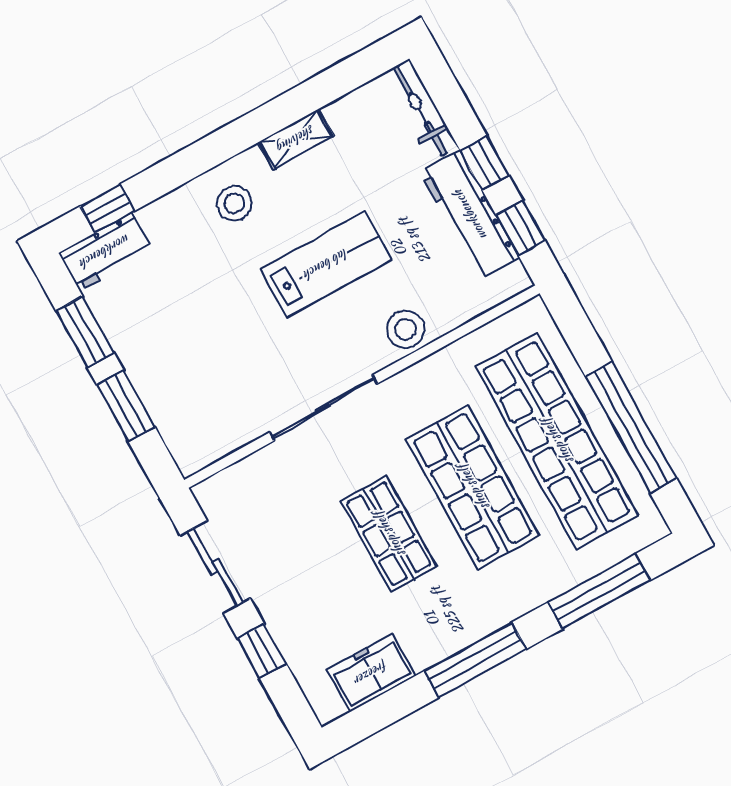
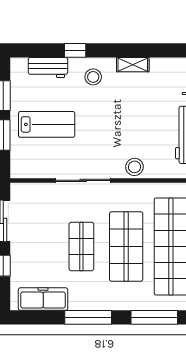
window: (108, 208) -> (75, 50), moved
workbench: (105, 251) -> (48, 67), moved
lab bench: (326, 264) -> (47, 124), moved
freezer: (371, 673) -> (43, 299), width x1.40

